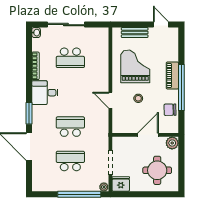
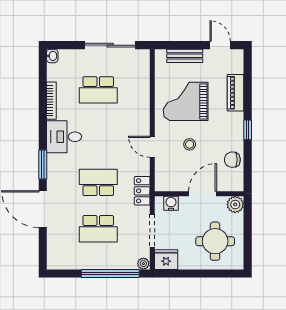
sliding door: (66, 25) -> (110, 45), moved
grand piano: (135, 66) -> (186, 101), turned -90
piano: (172, 75) -> (236, 93), moved
window: (181, 87) -> (248, 130), width x0.32
locker: (103, 133) -> (142, 191), added
water cooler: (124, 142) -> (171, 203), added
school desk: (70, 161) -> (98, 229), turned 180

